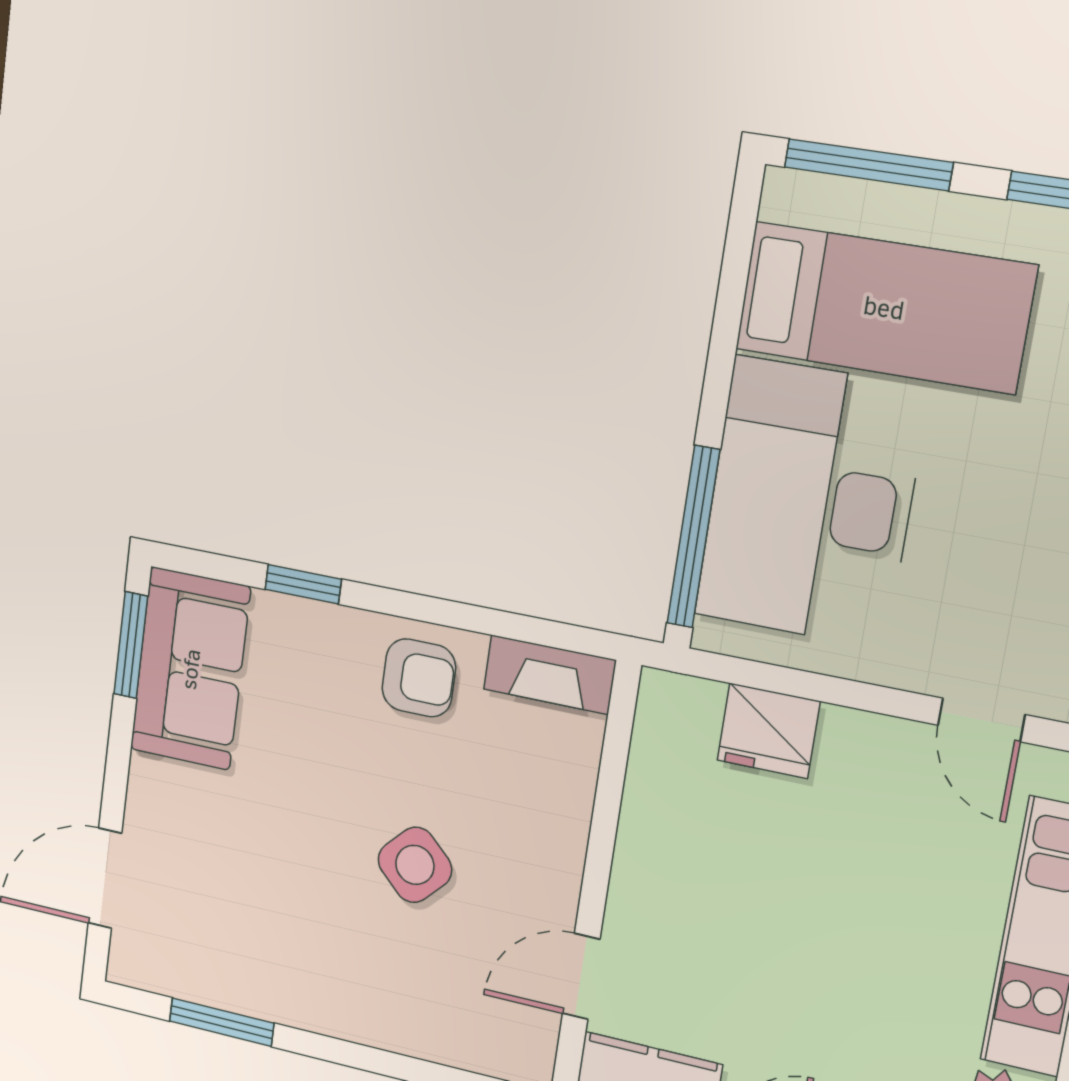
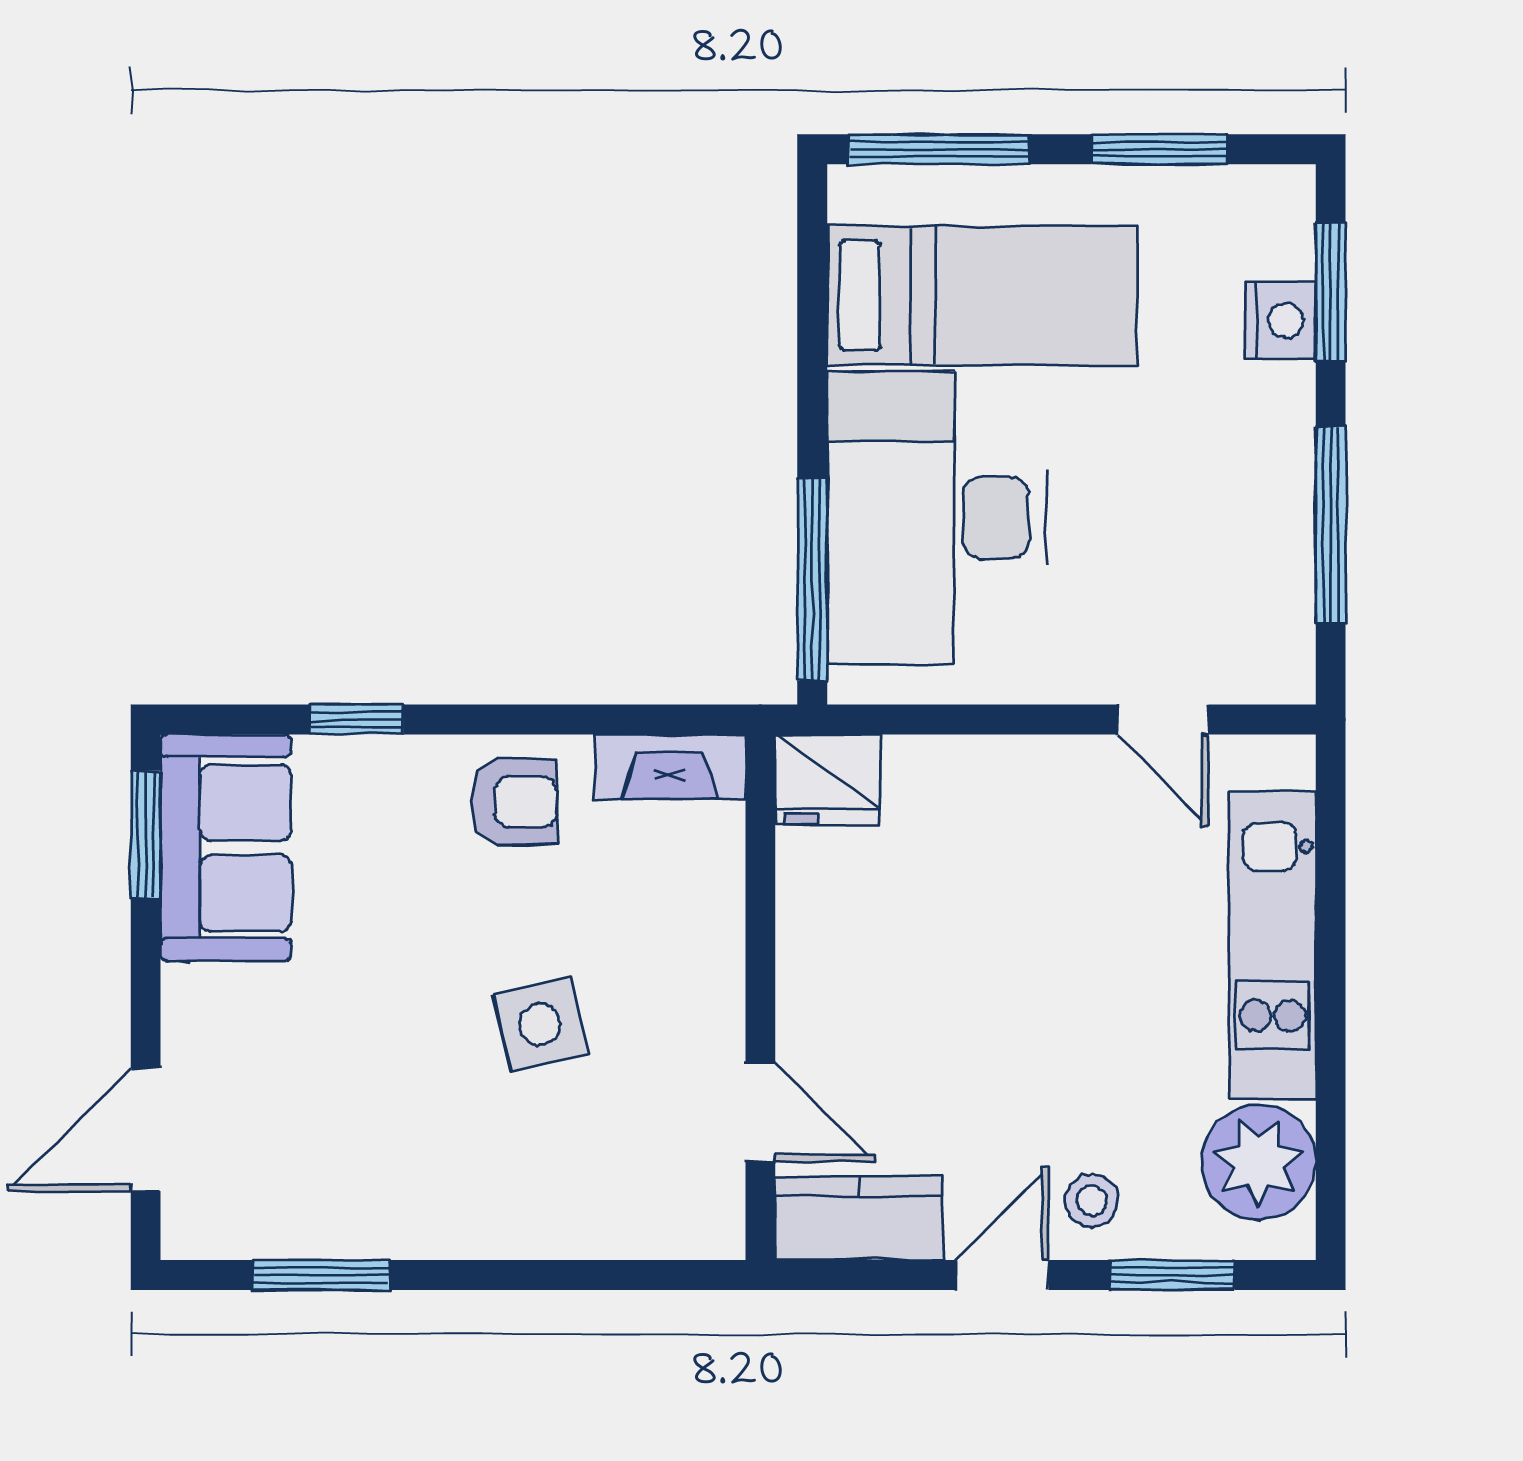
fridge: (769, 731) -> (828, 779), moved
side table: (415, 865) -> (540, 1025), turned 33
door: (581, 976) -> (760, 1112), swing flipped

